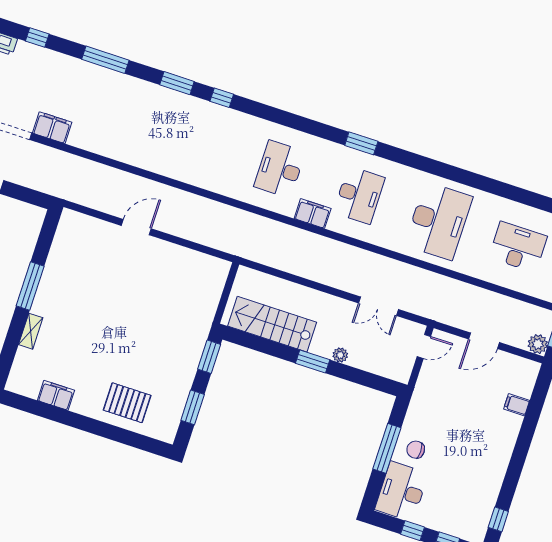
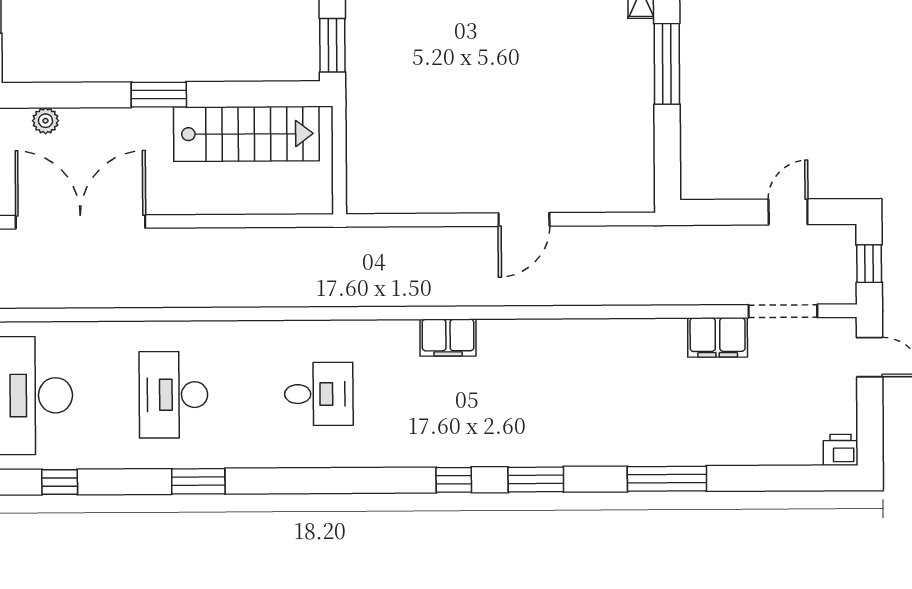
window: (37, 37) -> (60, 482), moved
desk: (280, 169) -> (319, 394), width x0.73
filing cabinet: (313, 214) -> (448, 338), moved
double door: (378, 306) -> (81, 222), width x1.87
plant: (340, 355) -> (45, 121), moved

